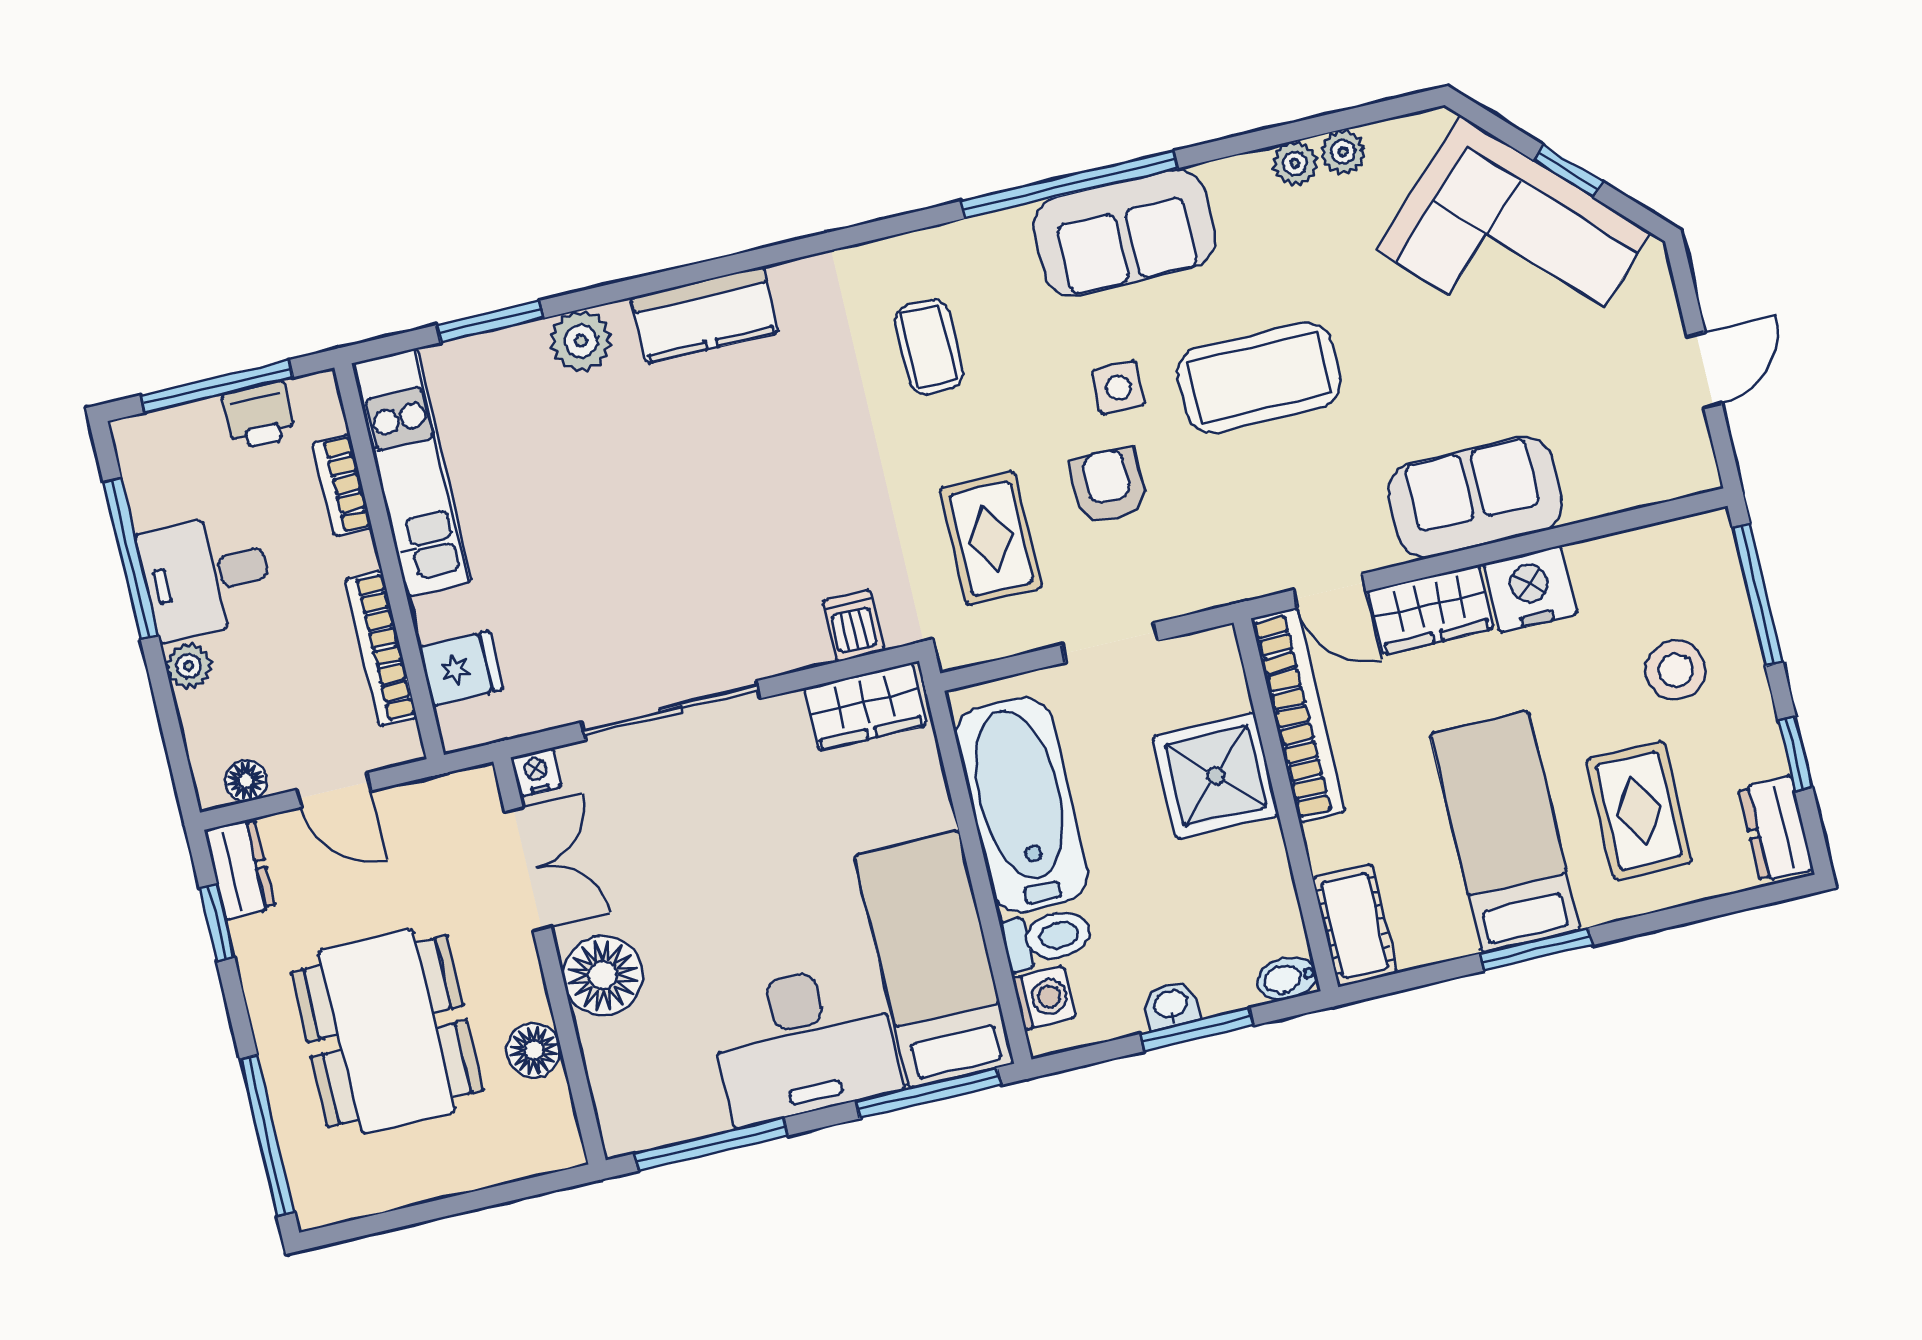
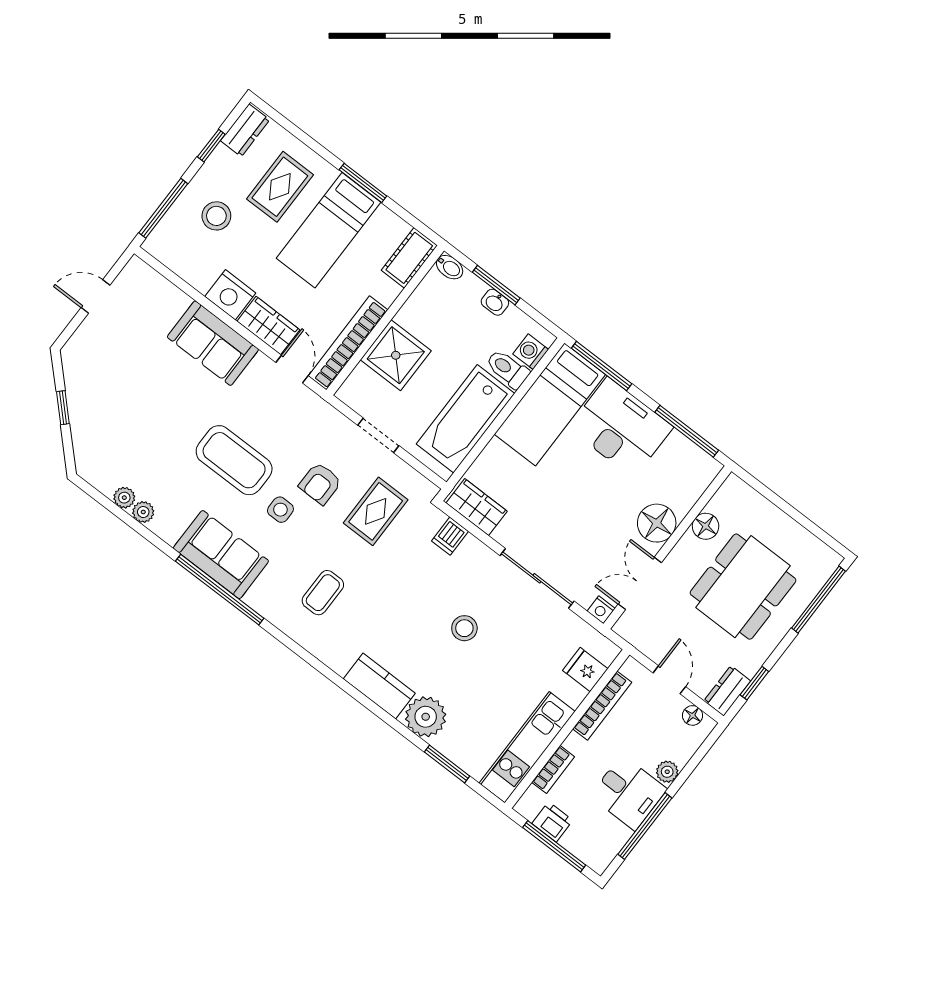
corner sofa: (1513, 241) -> (106, 407), removed
plant: (581, 341) -> (426, 717), width x1.36, depth x1.36
stool: (686, 528) -> (464, 628), added

